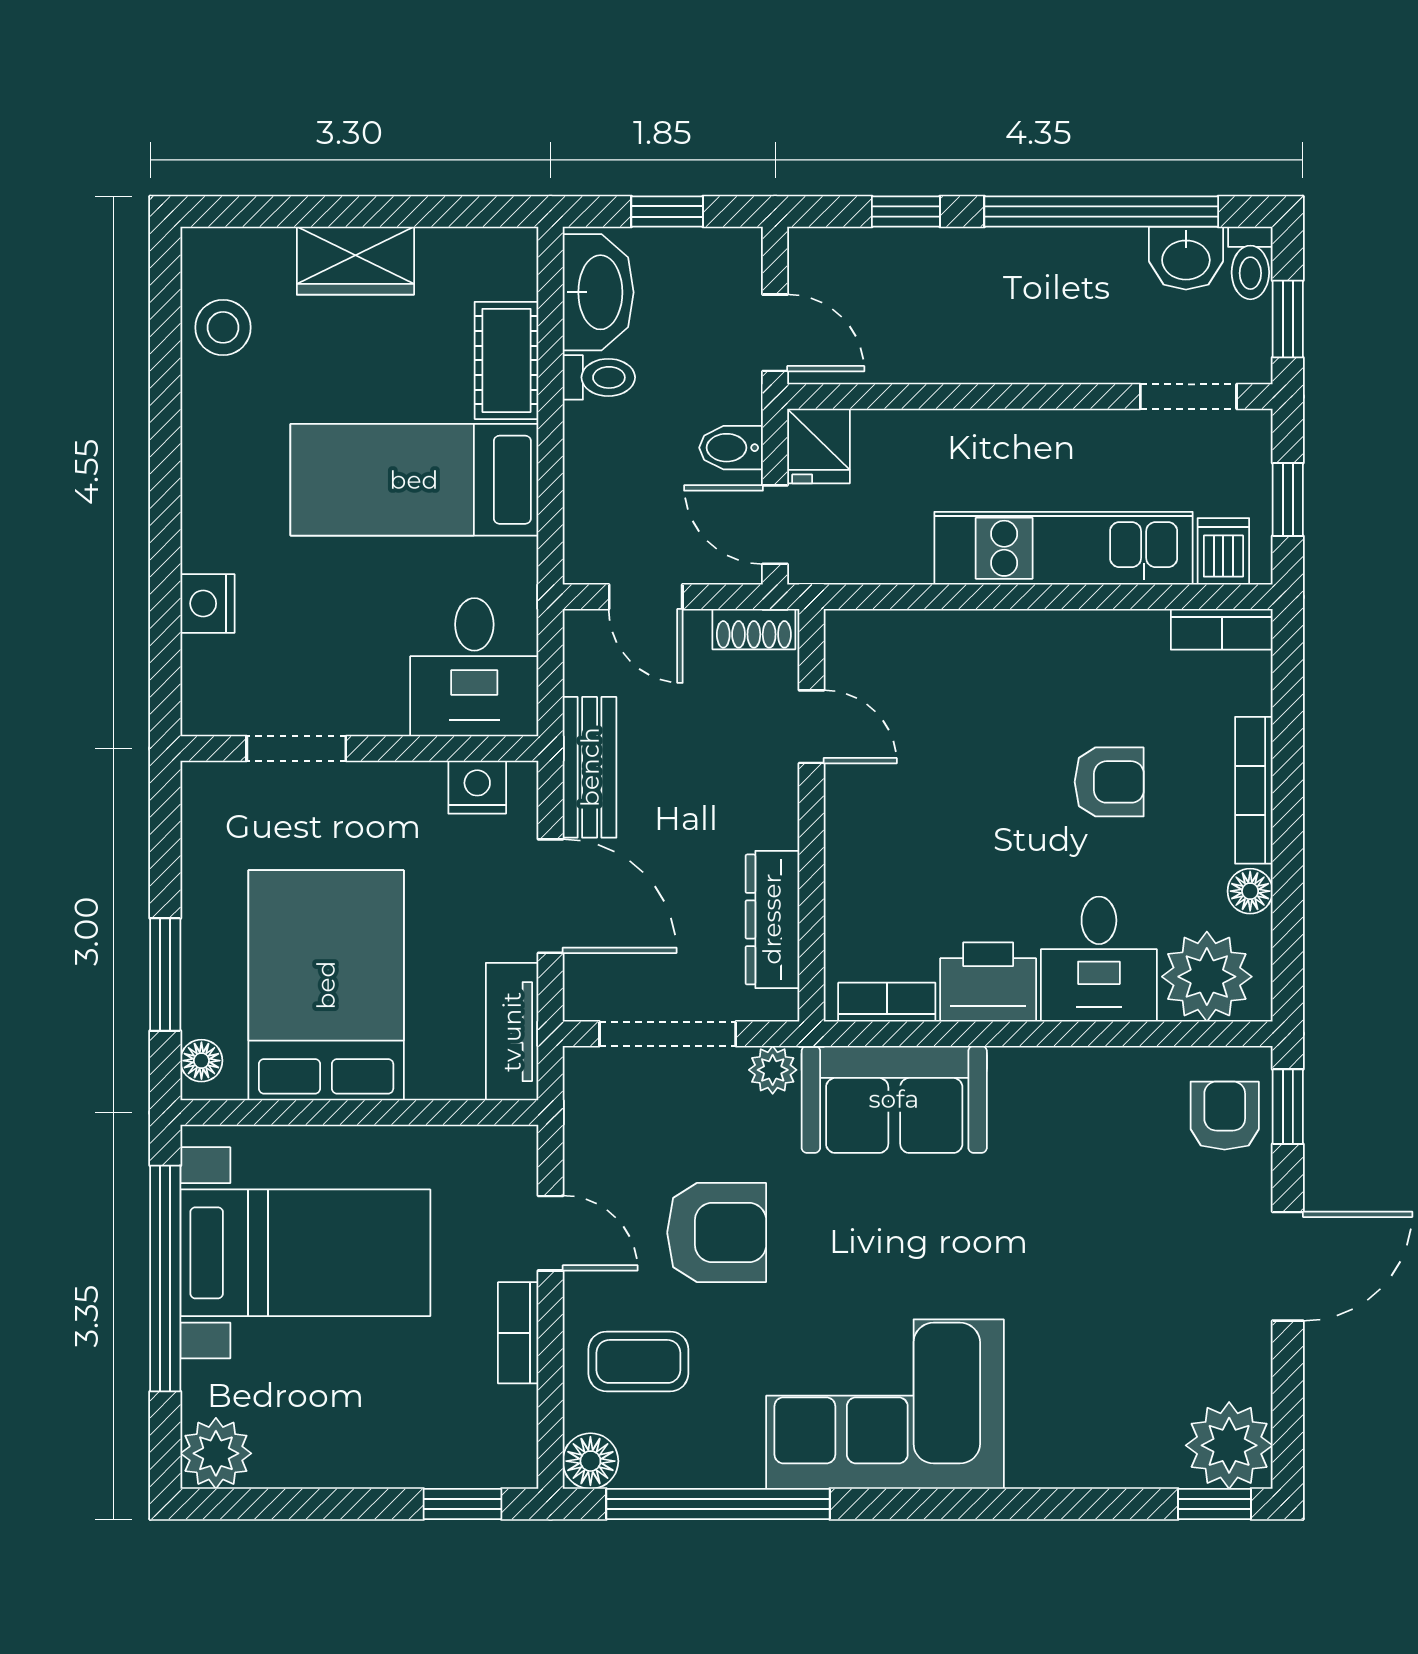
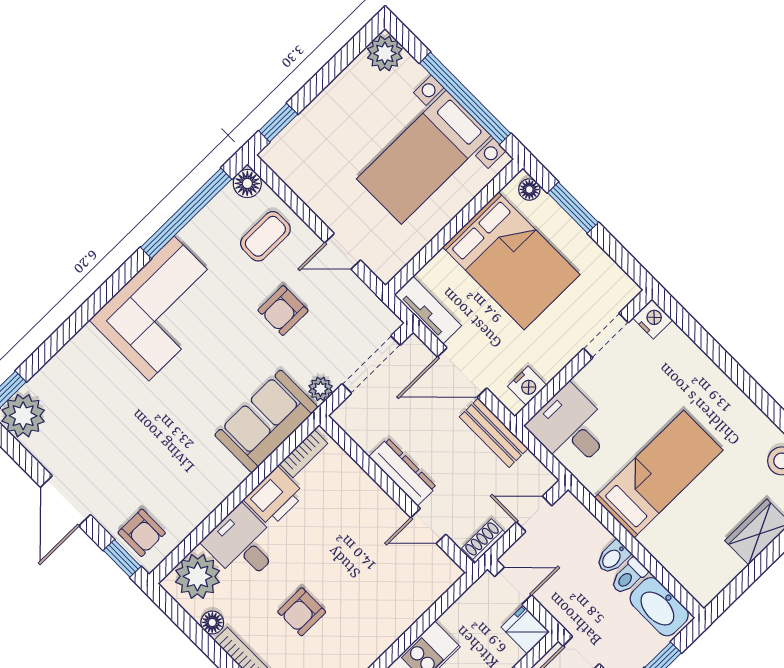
cot: (506, 360) -> (668, 550), removed
bidet: (731, 448) -> (613, 557), moved, turned 180
nightstand: (207, 603) -> (653, 319), moved
dresser: (772, 919) -> (403, 472), moved
armchair: (717, 1233) -> (283, 310), width x0.72, depth x0.72
bookcase: (518, 1333) -> (319, 204), removed

